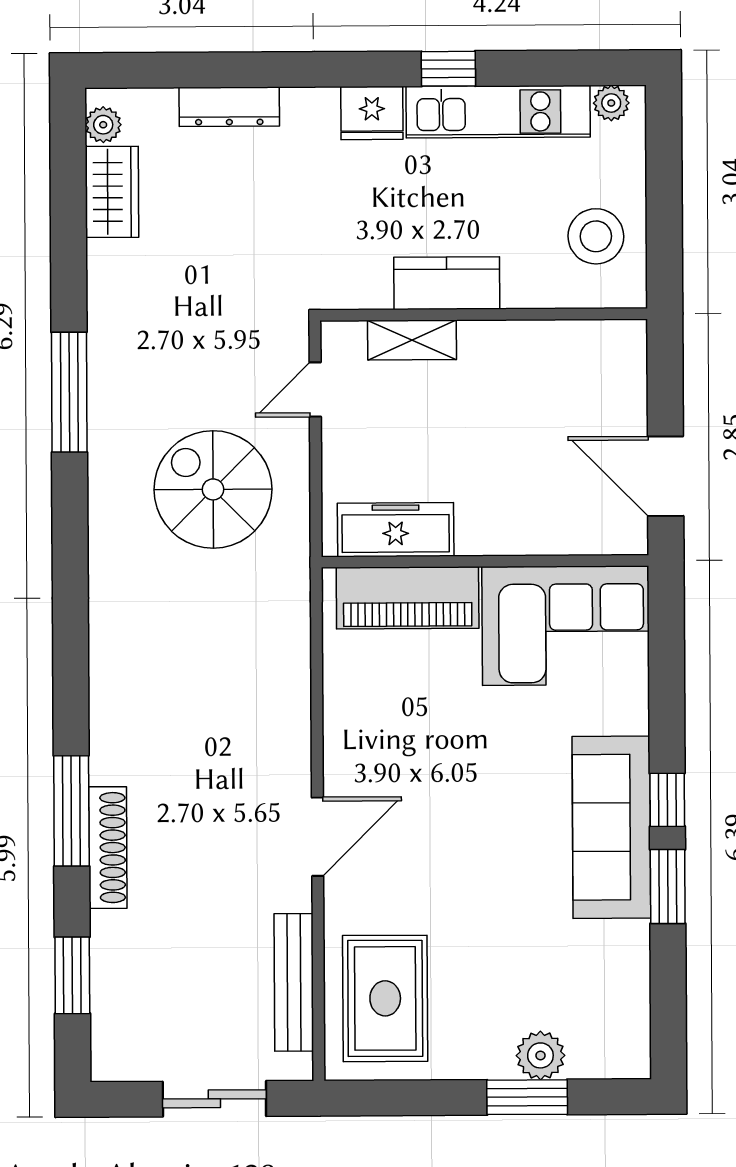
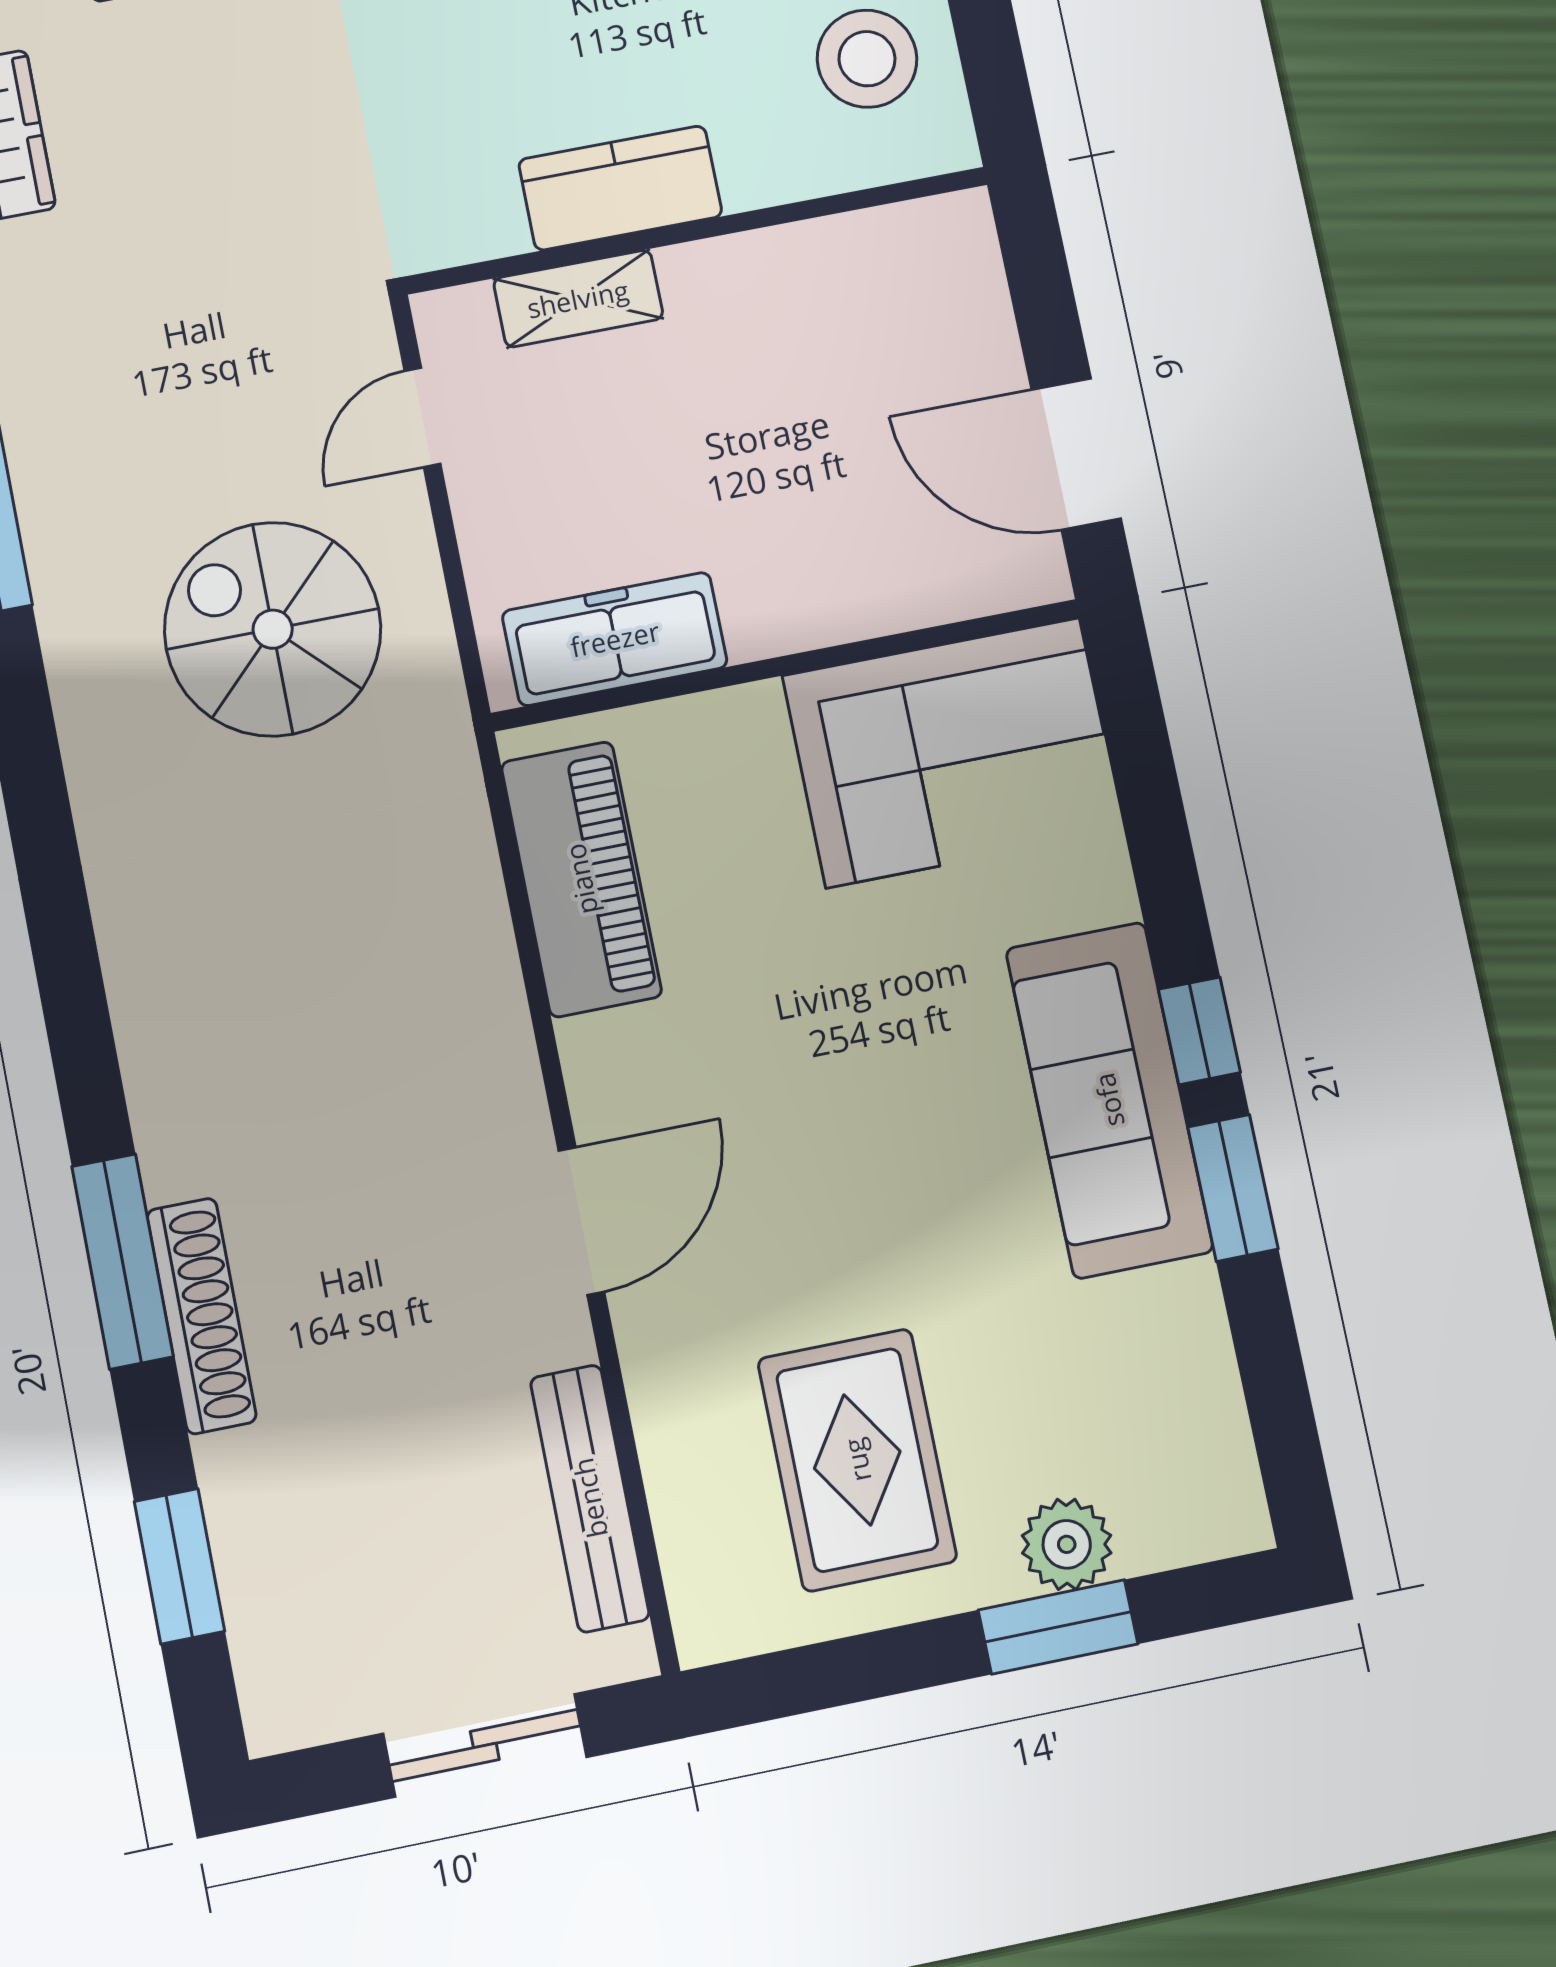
piano: (408, 598) -> (581, 879), moved, turned -90
rug: (385, 998) -> (857, 1460), moved

